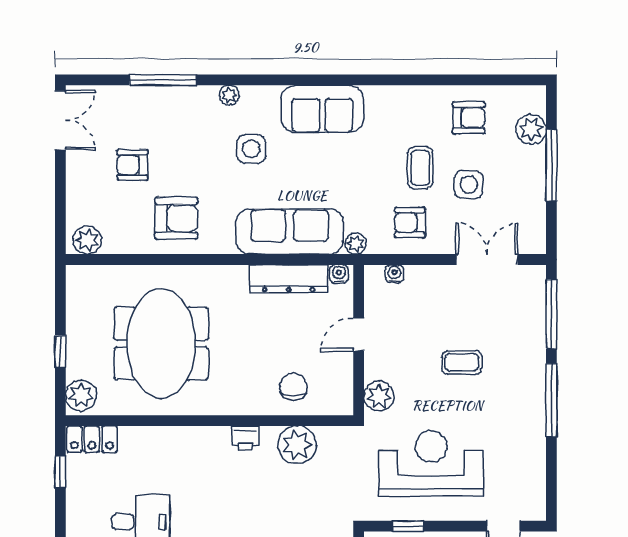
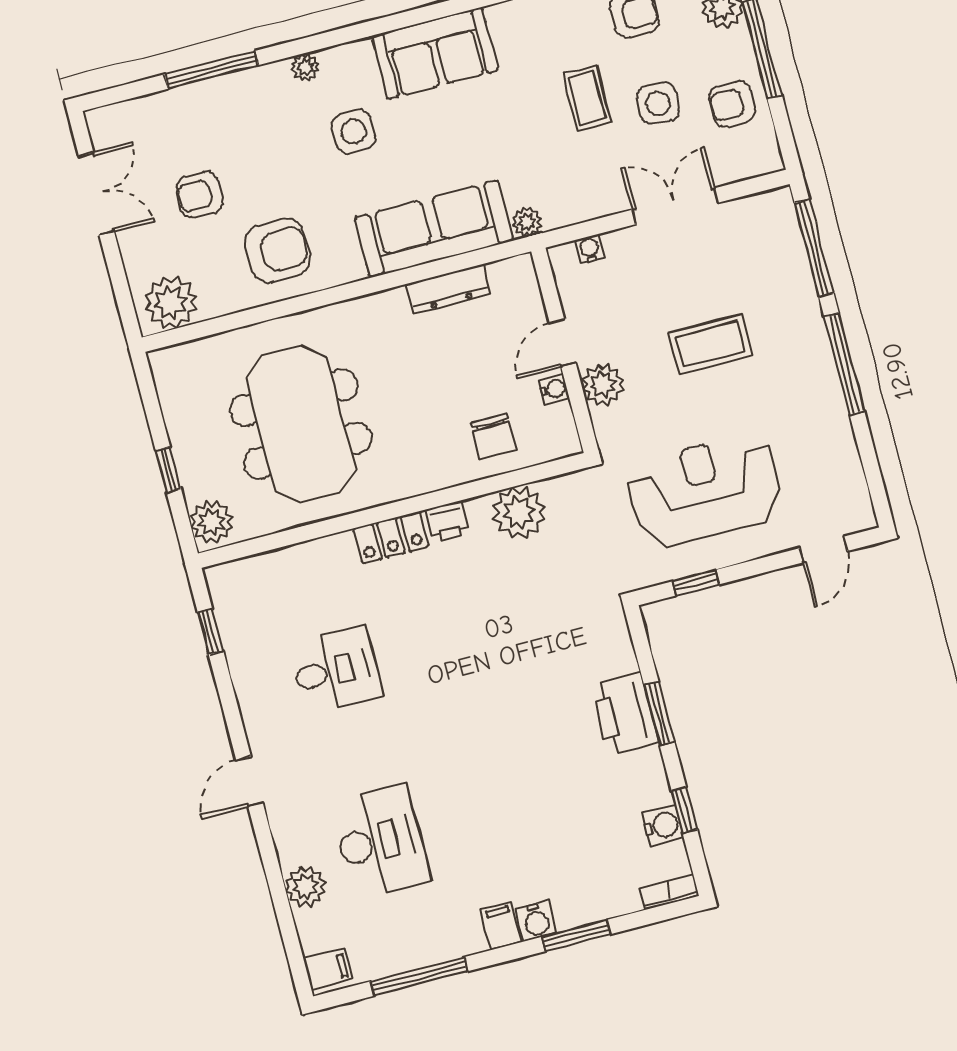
double door: (60, 120) -> (96, 194), moved
armchair: (410, 223) -> (732, 104), moved
plant: (87, 240) -> (171, 303), width x1.36, depth x1.36
double door: (487, 259) -> (675, 206), moved
water cooler: (339, 274) -> (554, 389), moved, turned 90
dresser: (289, 279) -> (448, 289), width x0.73, depth x0.80
coffee table: (462, 362) -> (711, 344), width x1.36, depth x1.30
chair: (293, 387) -> (493, 436), turned 180
plant: (379, 396) -> (603, 385), moved
locker: (92, 439) -> (391, 538), moved

